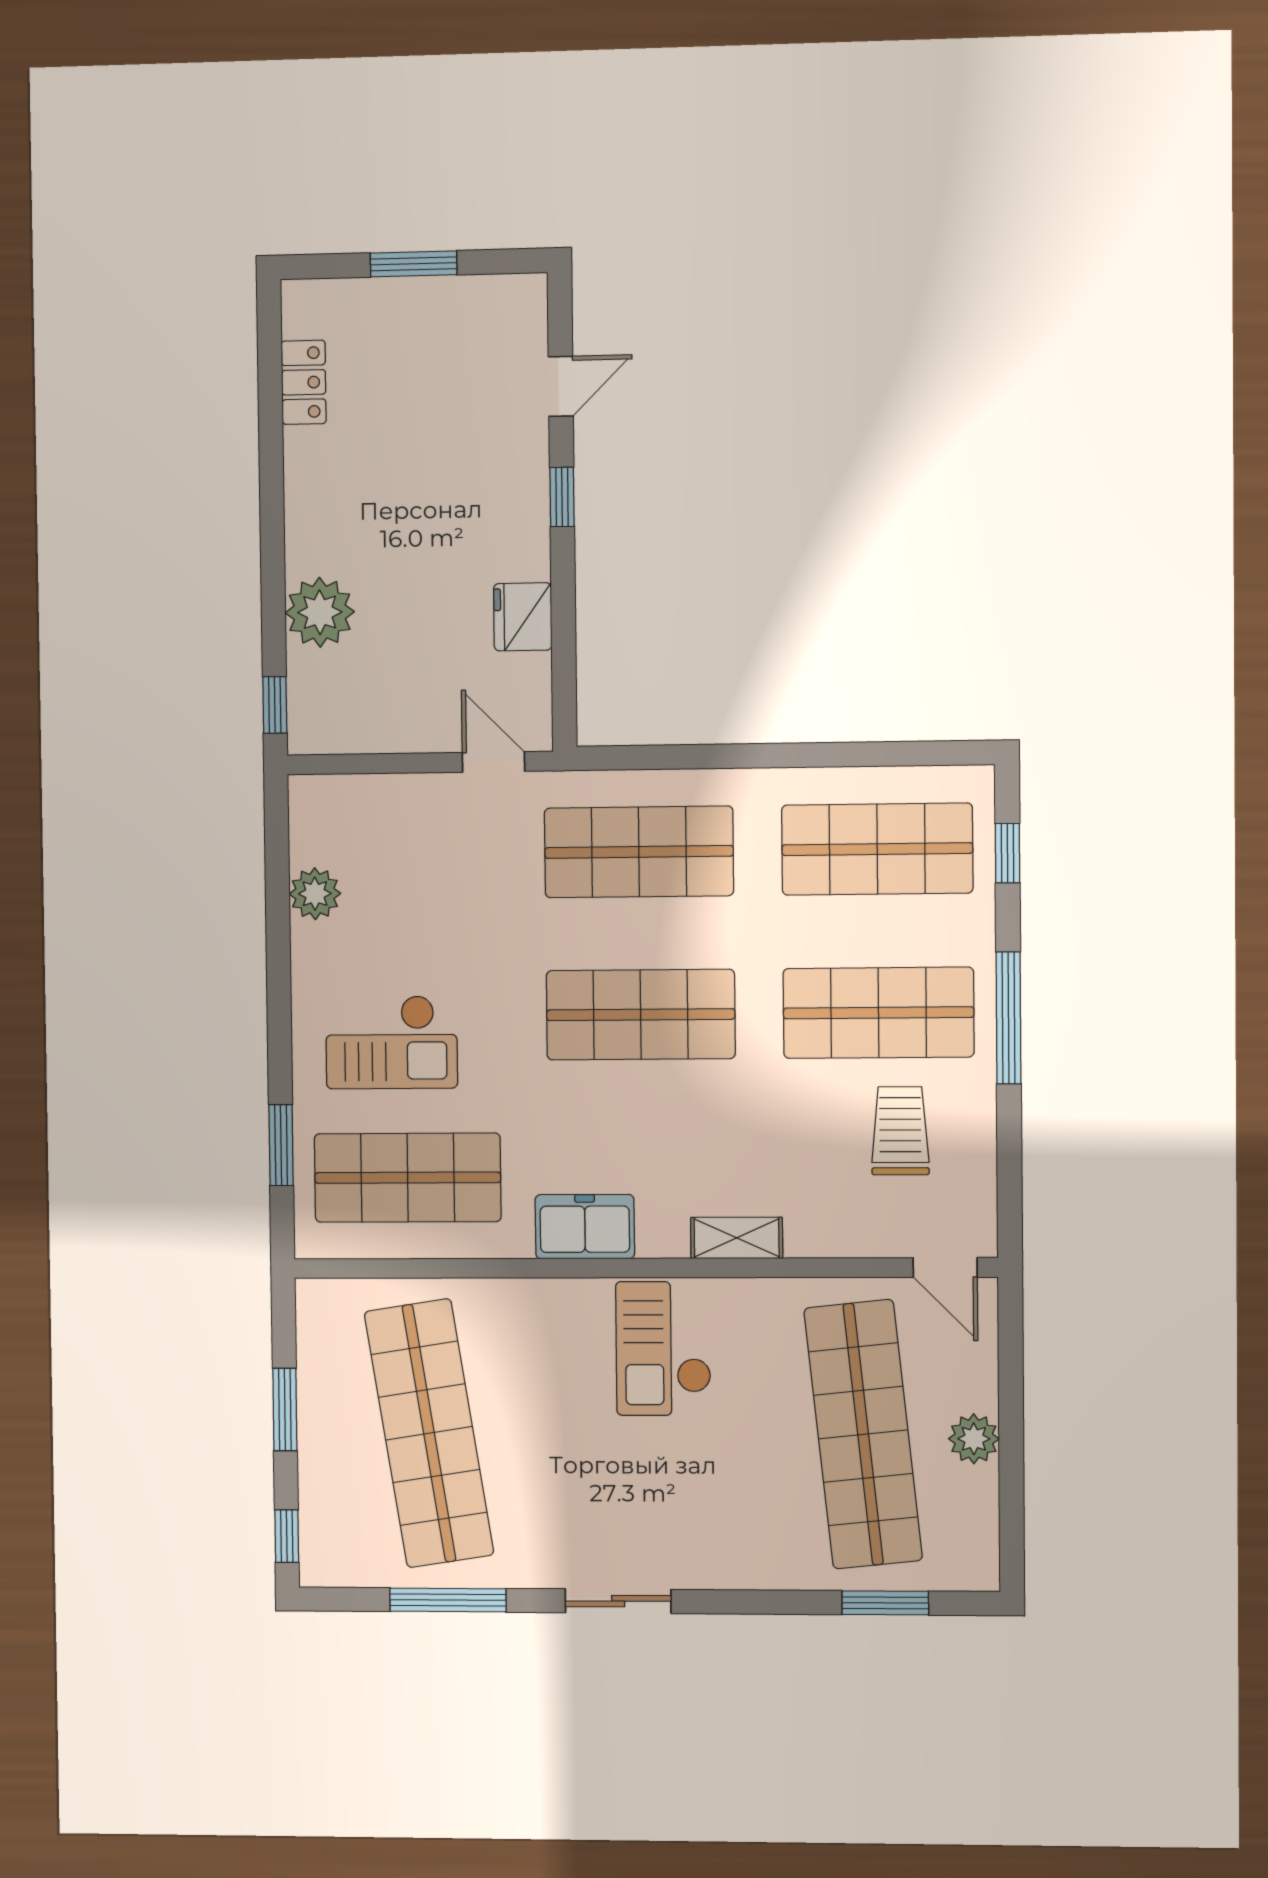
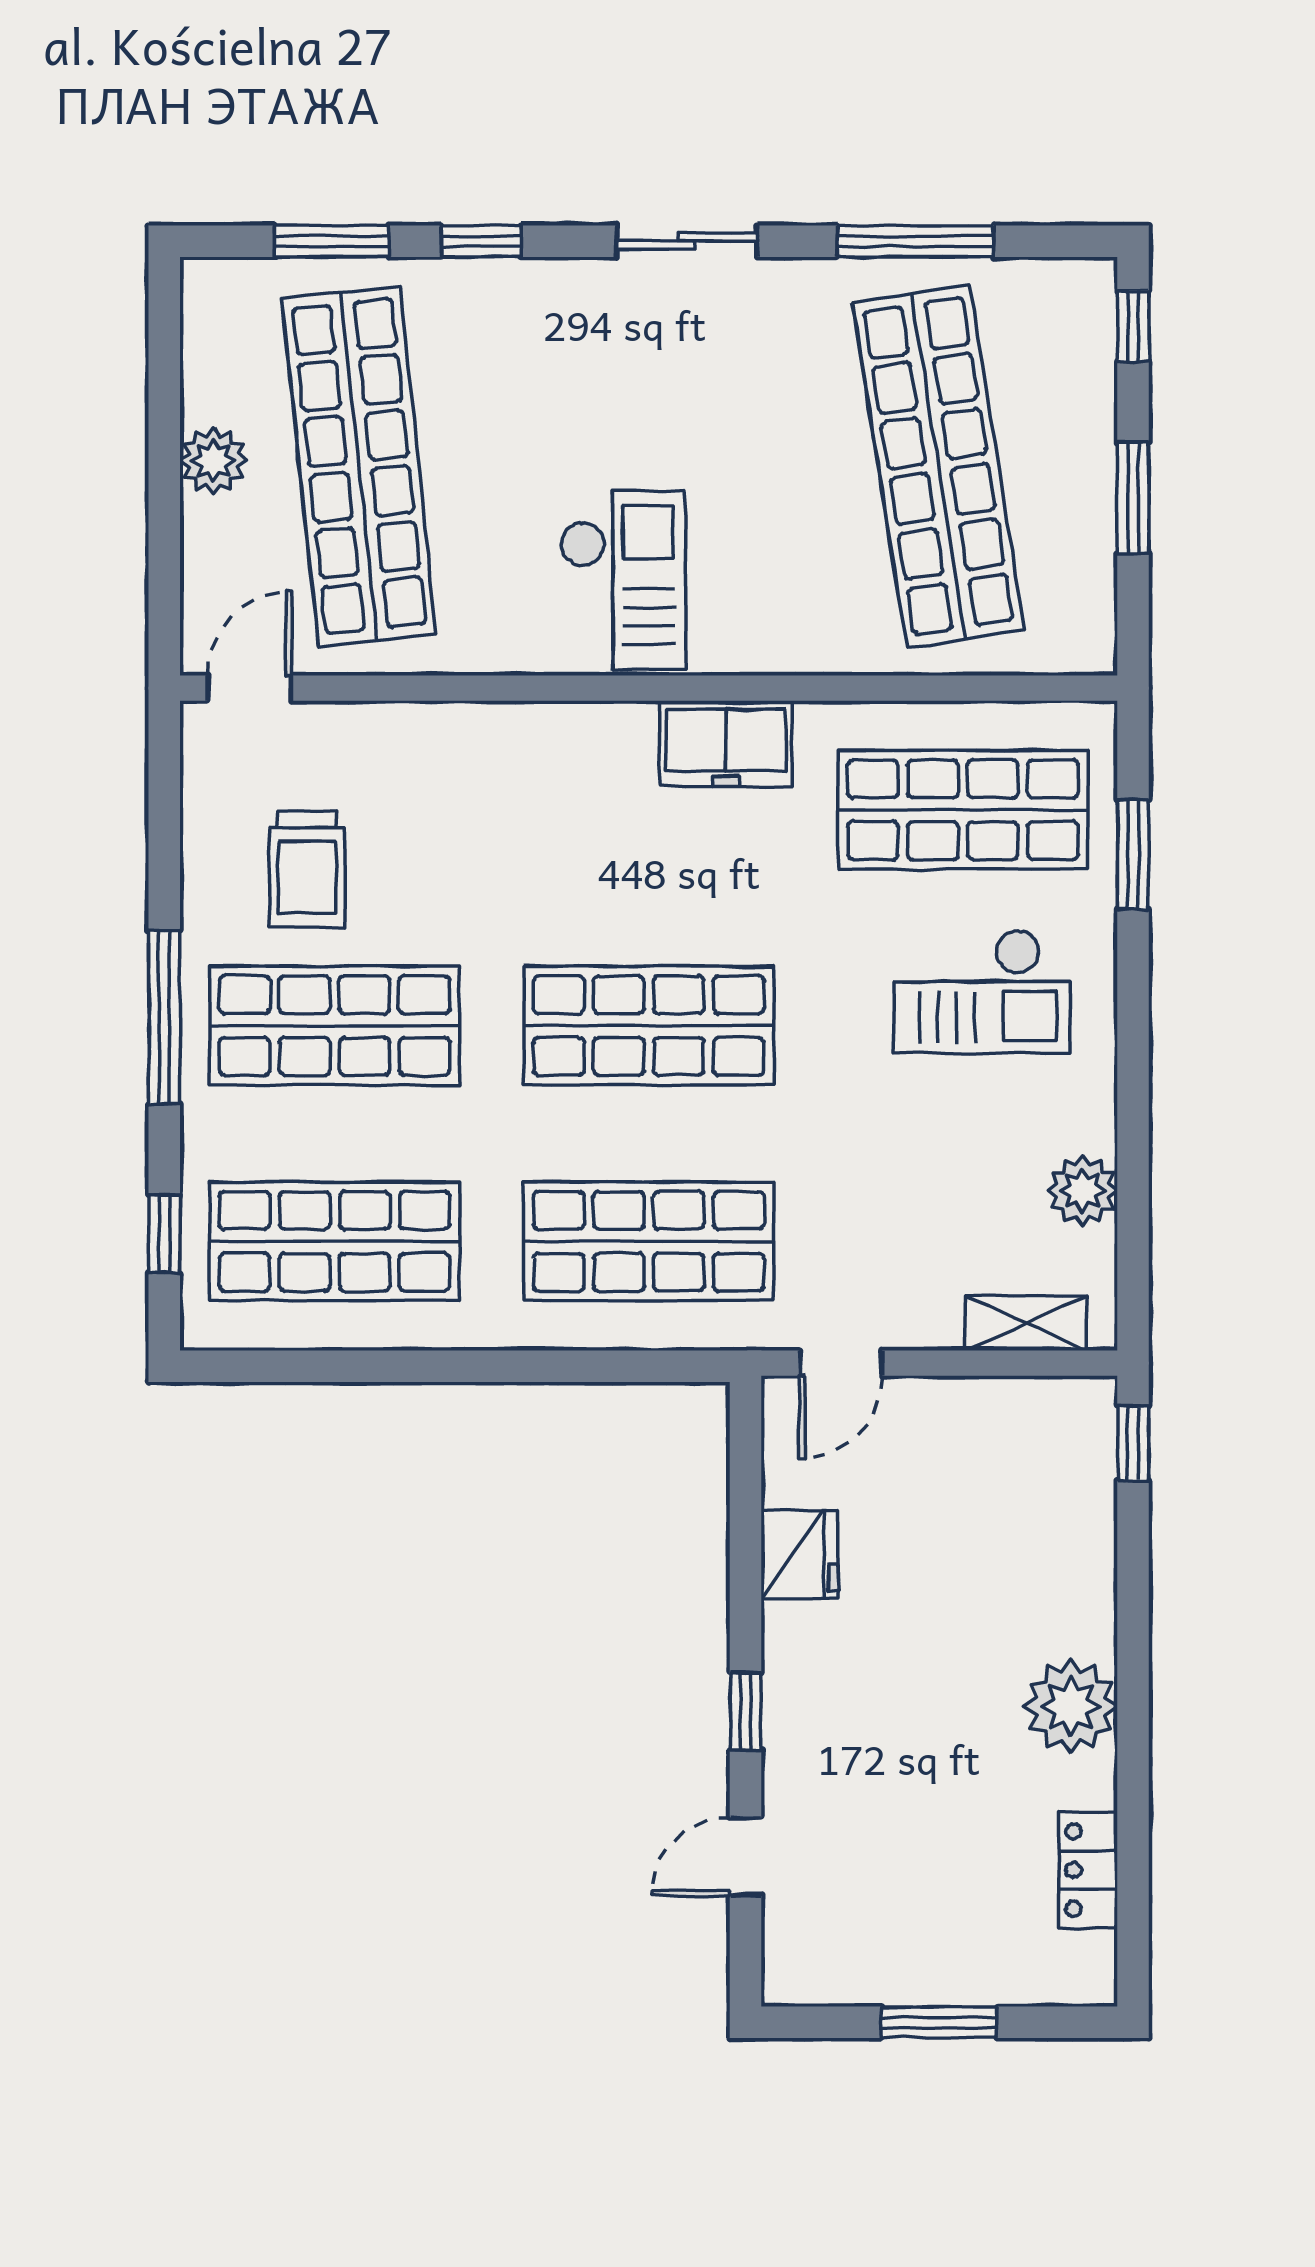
plant: (320, 612) -> (1071, 1706), moved
door: (493, 762) -> (841, 1363), hinge flipped
checkout: (391, 1042) -> (982, 991), turned 180
shelving: (737, 1238) -> (1026, 1323), moved
door: (945, 1267) -> (249, 688), hinge flipped
window: (772, 1602) -> (481, 241), added

